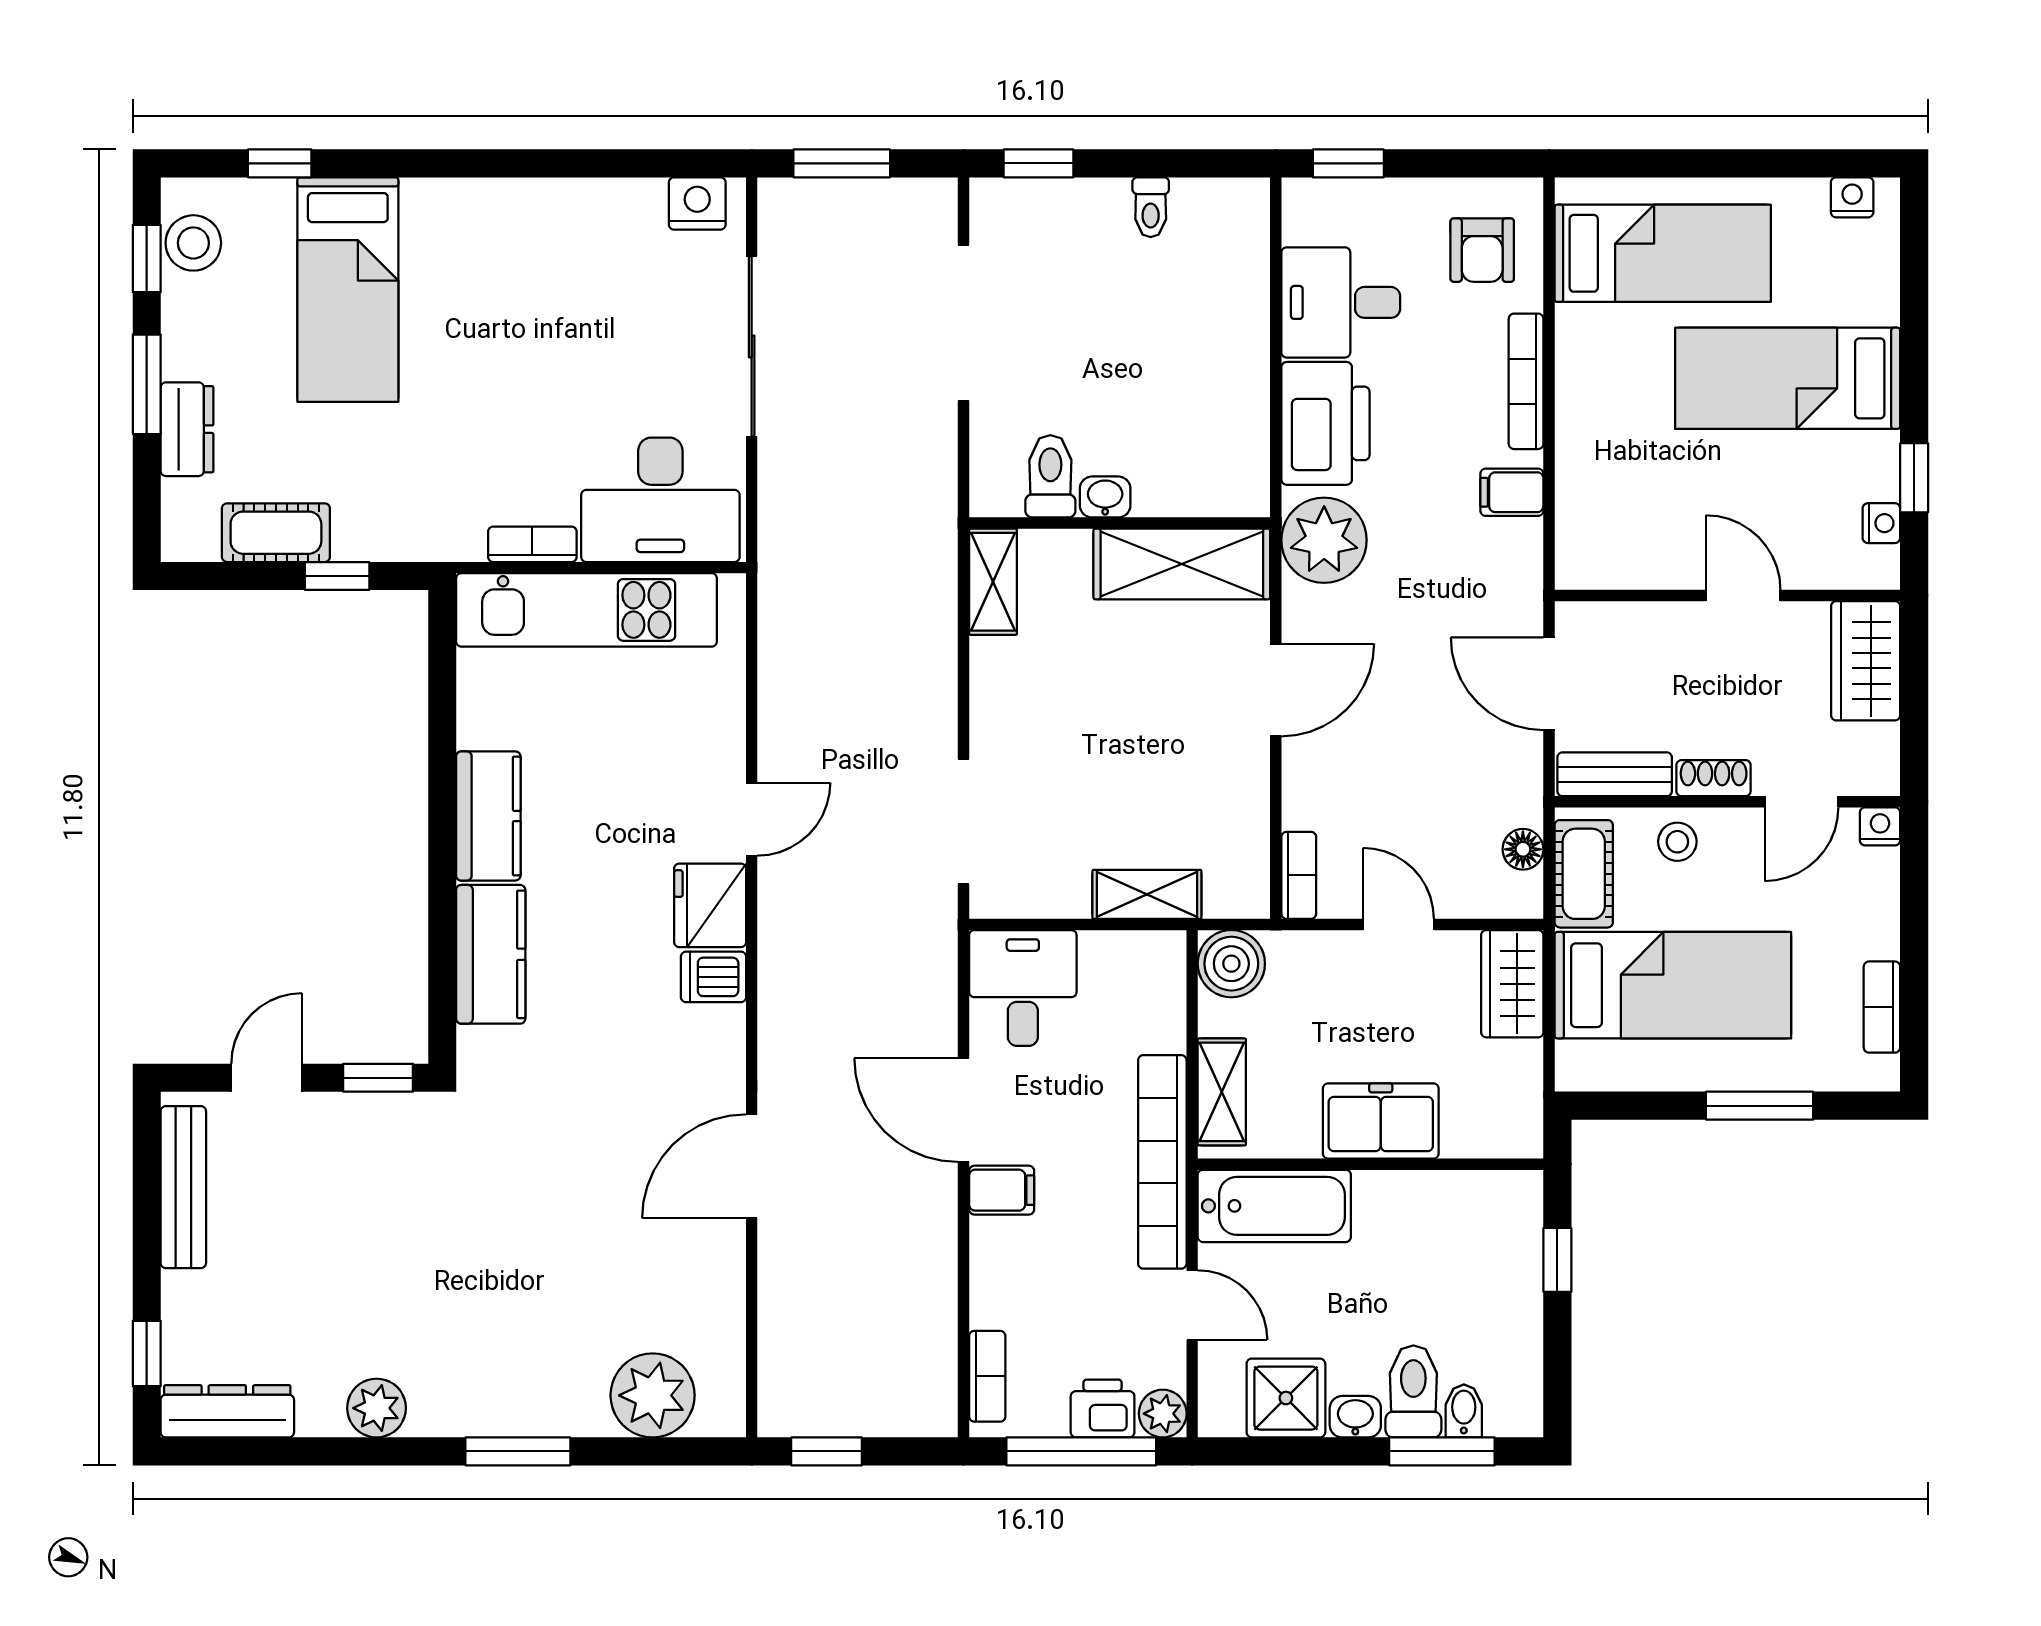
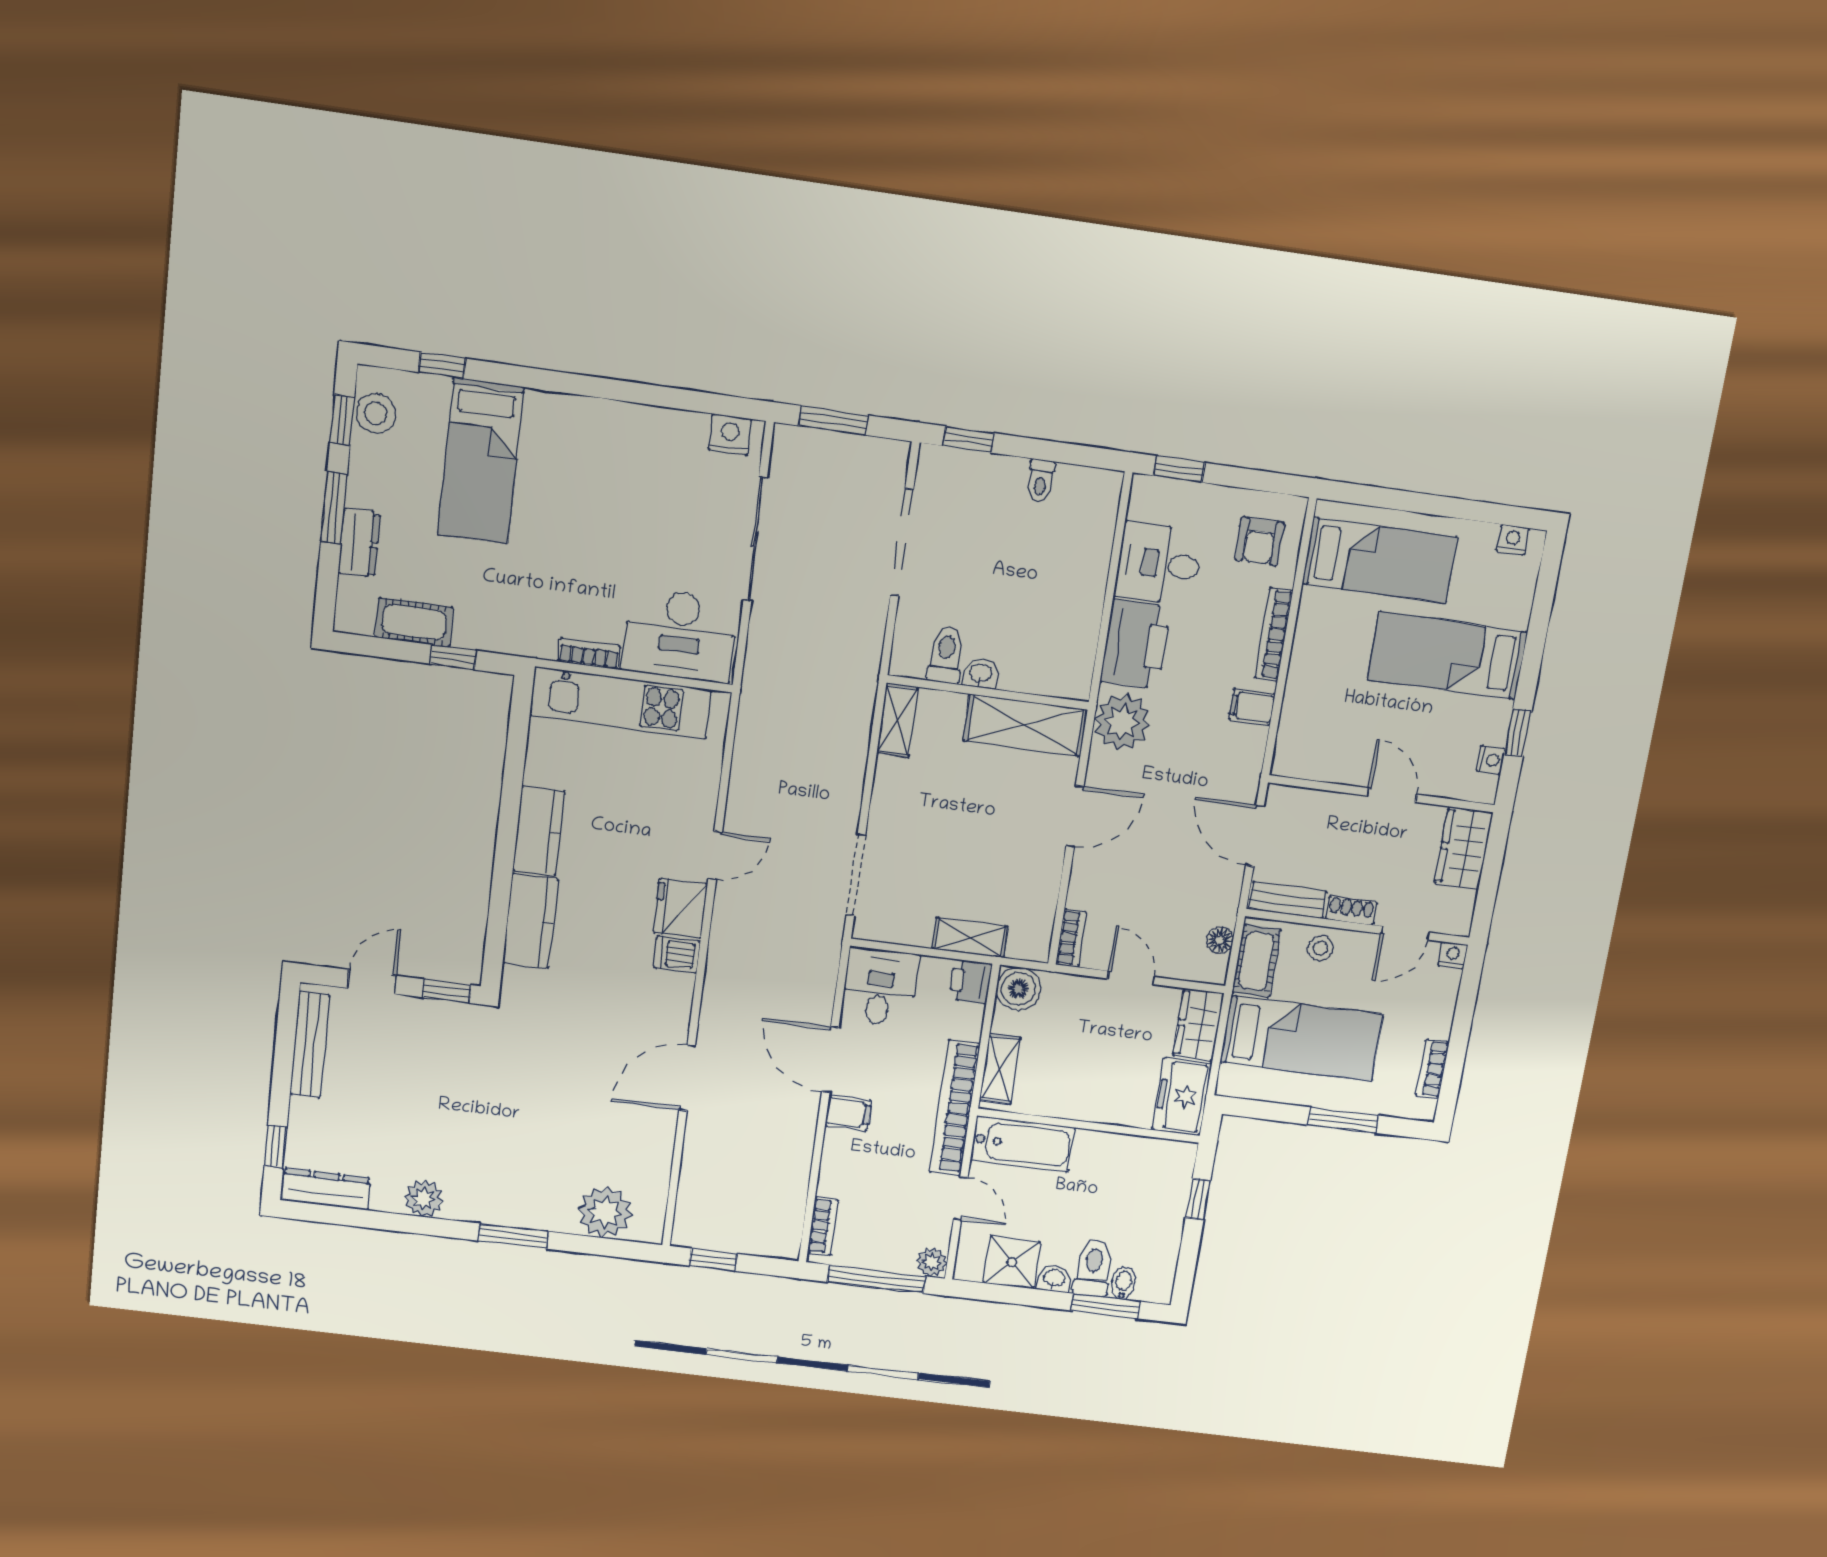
freezer: (1381, 1121) -> (1182, 1096), moved, turned -90
printer: (1103, 1408) -> (971, 982), moved, turned -90

